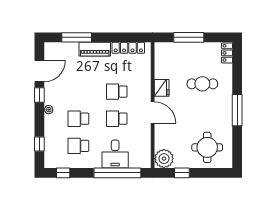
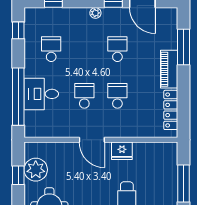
door: (153, 113) -> (92, 140), hinge flipped
school desk: (78, 119) -> (117, 49), moved
plant: (164, 159) -> (36, 170), moved

